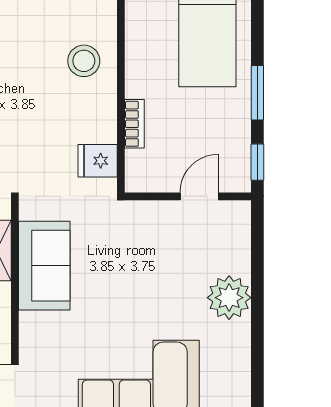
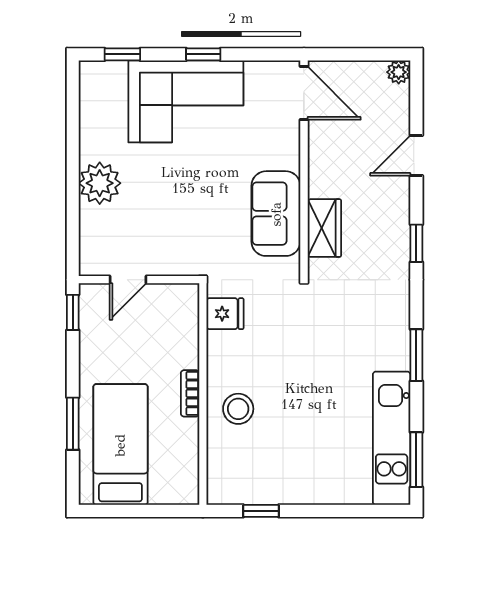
window: (257, 93) -> (73, 424), moved
bookcase: (134, 124) -> (190, 393), moved

